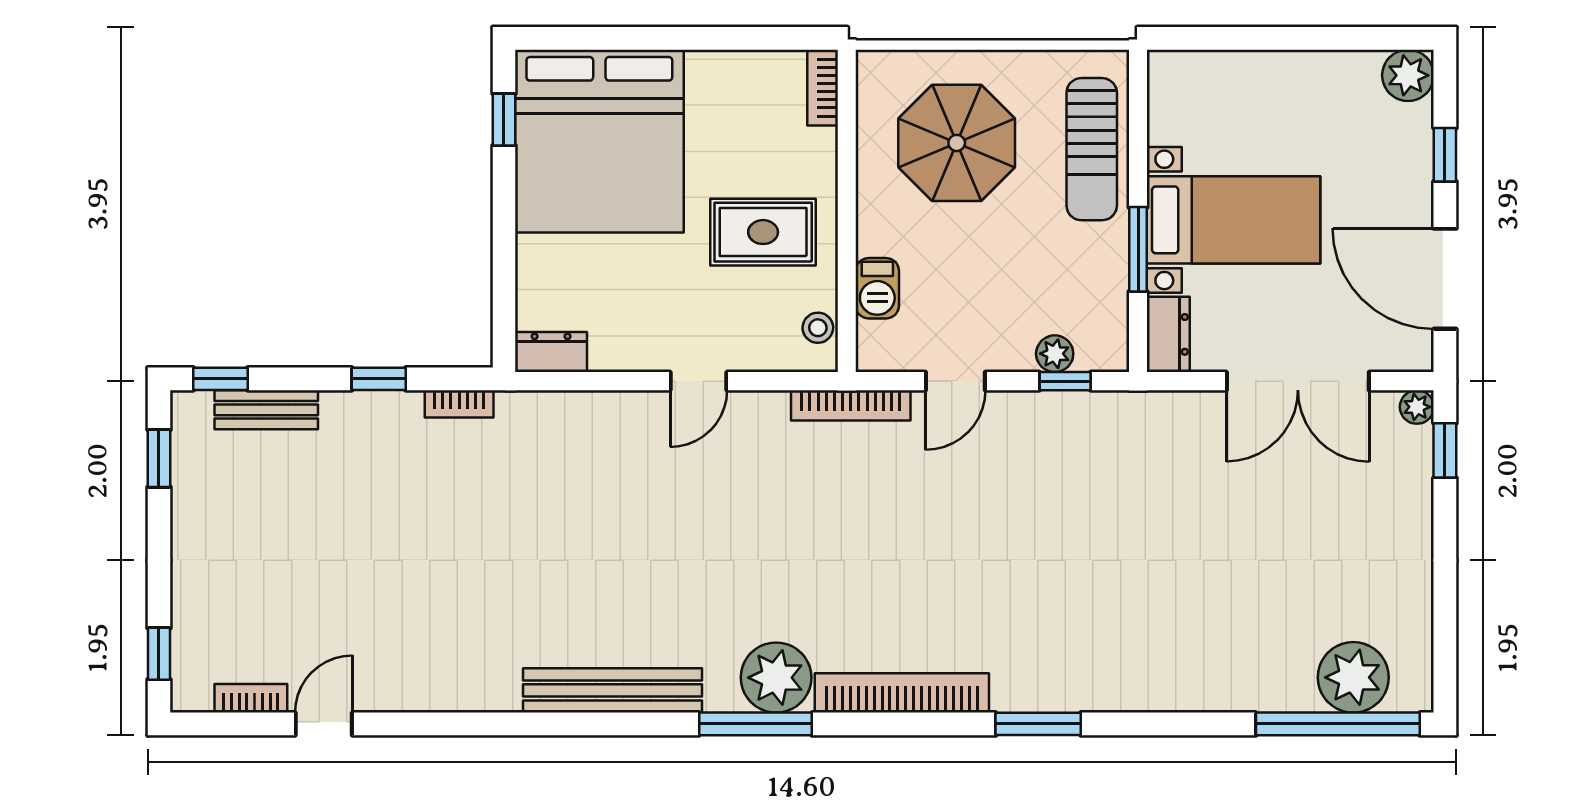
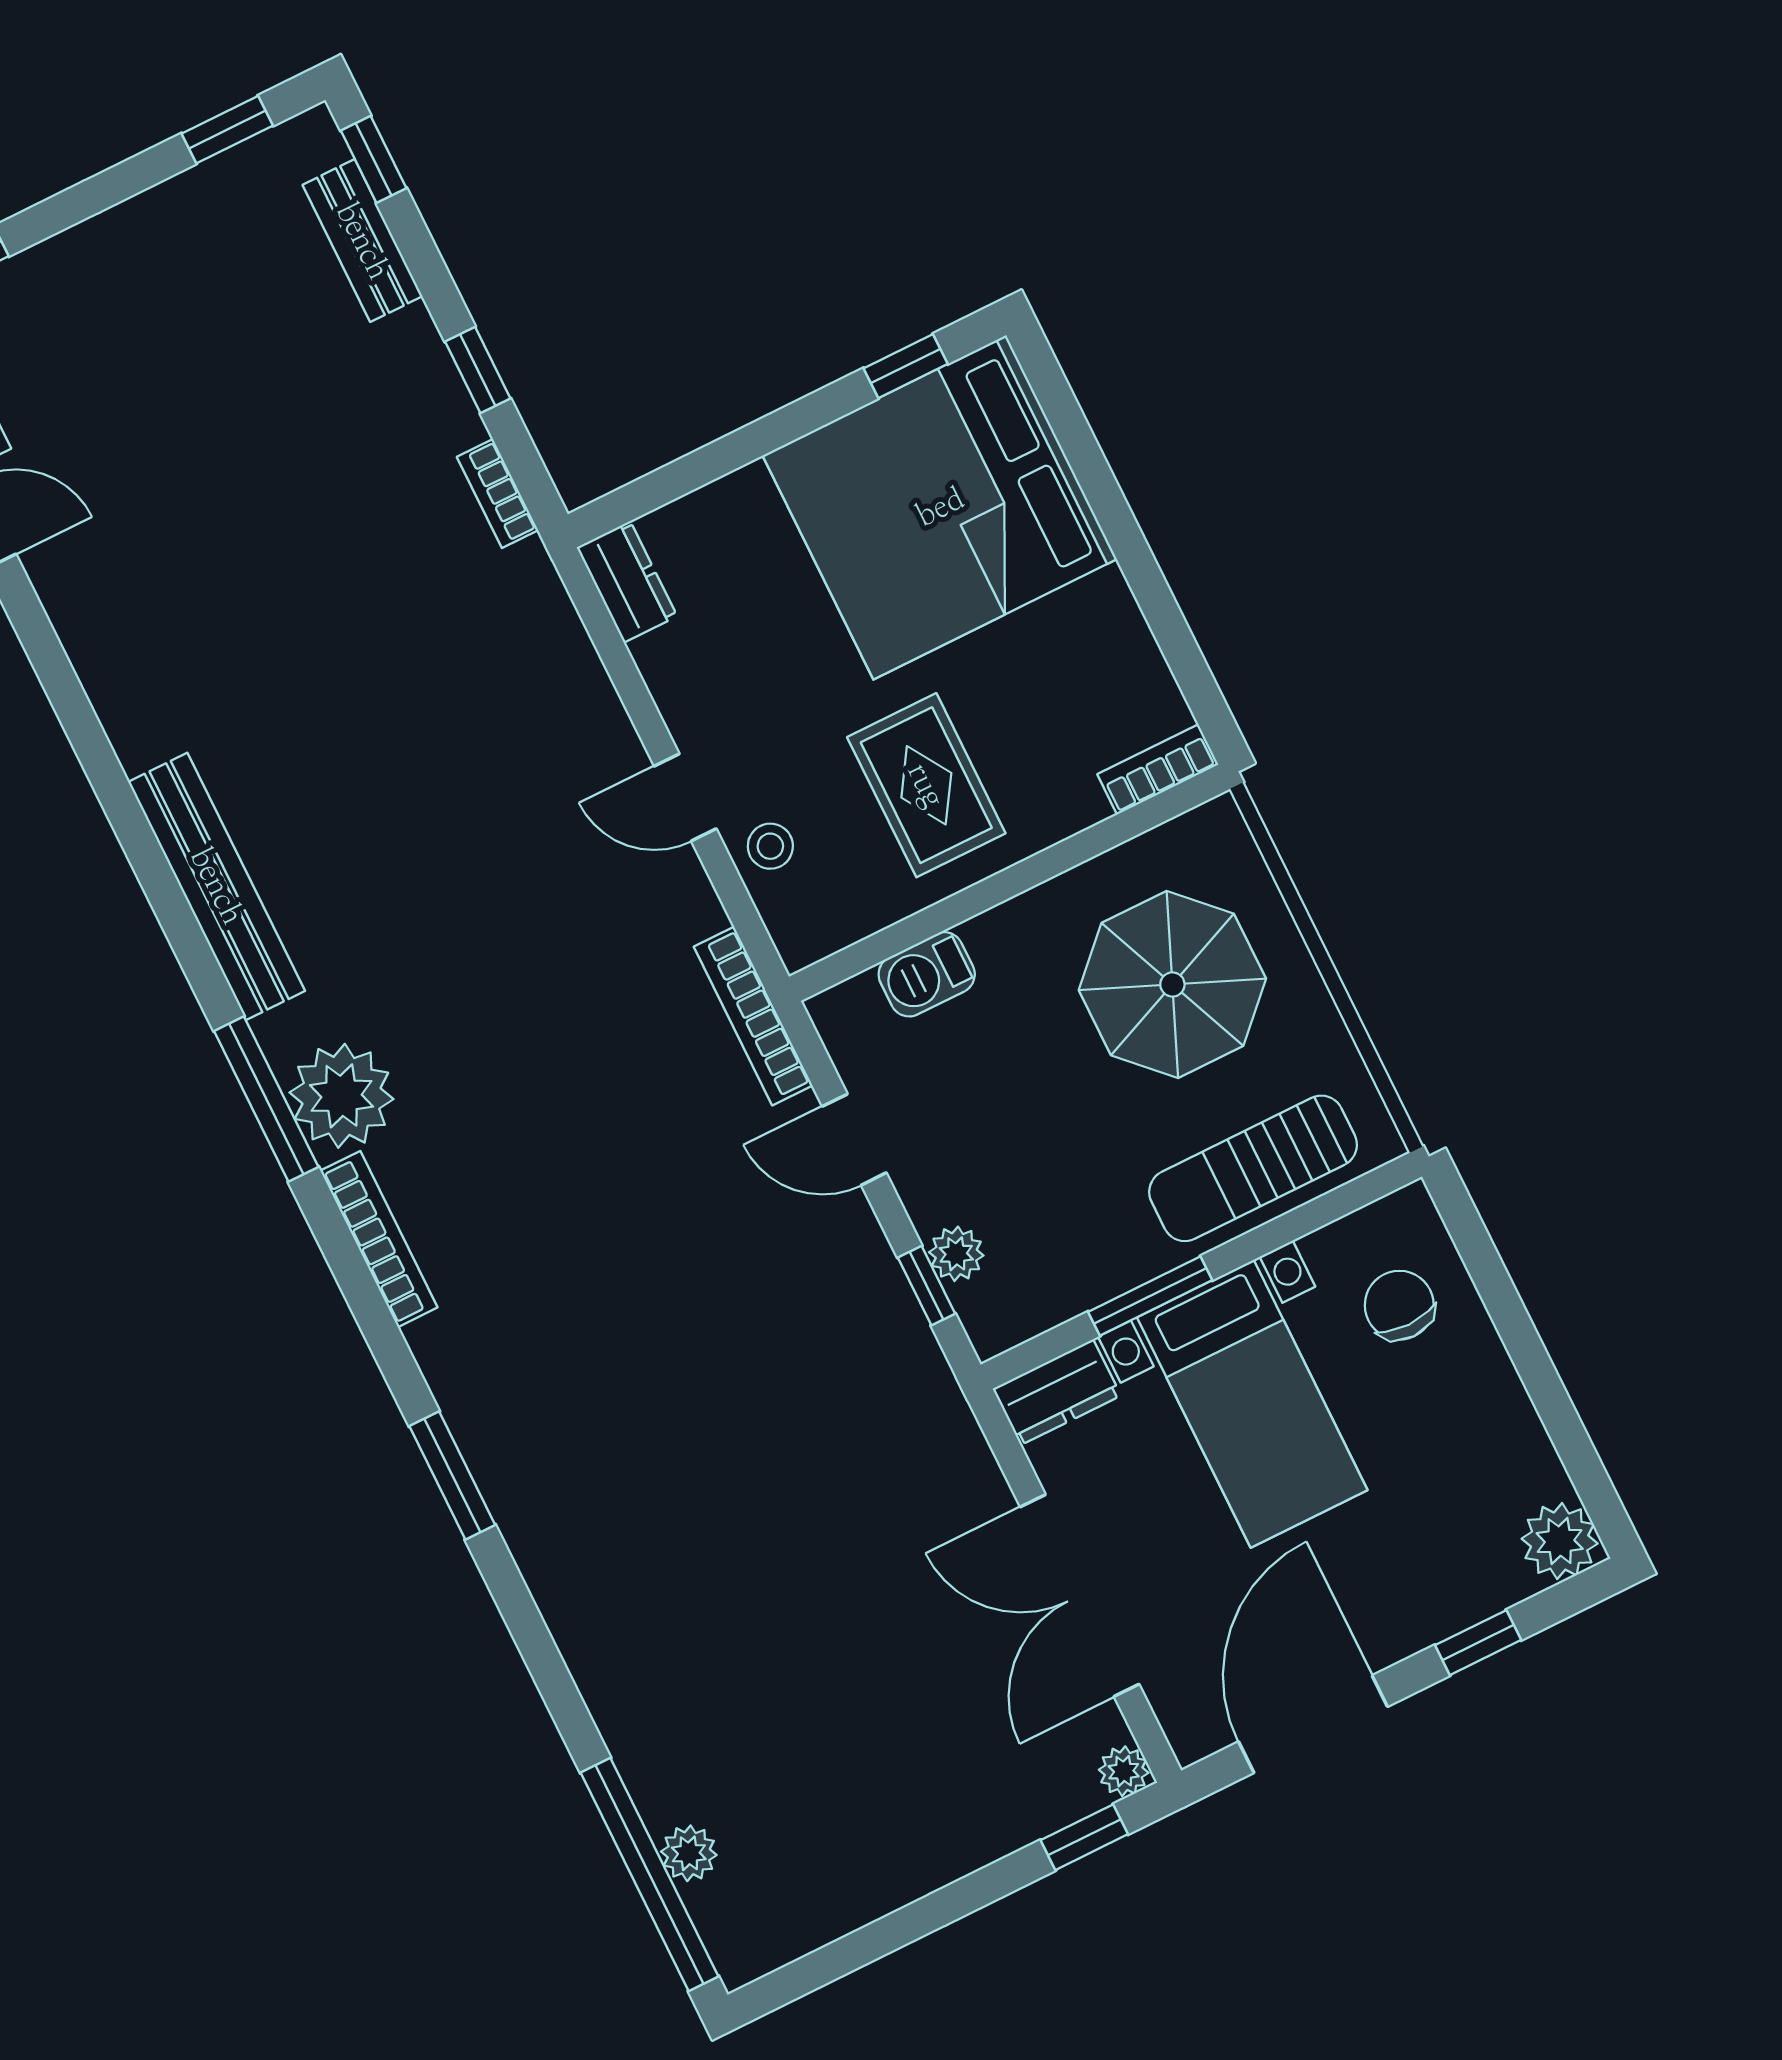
chair: (1218, 102) -> (1399, 1305), added
stool: (818, 328) -> (770, 846), moved
plant: (1353, 677) -> (689, 1853), width x0.53, depth x0.53
bookcase: (902, 693) -> (379, 1239), width x0.68, depth x0.76

